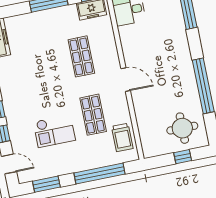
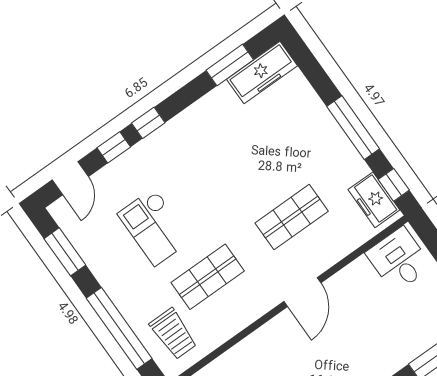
door: (126, 80) -> (302, 292), moved
trolley: (122, 137) -> (173, 334), moved, turned -90

